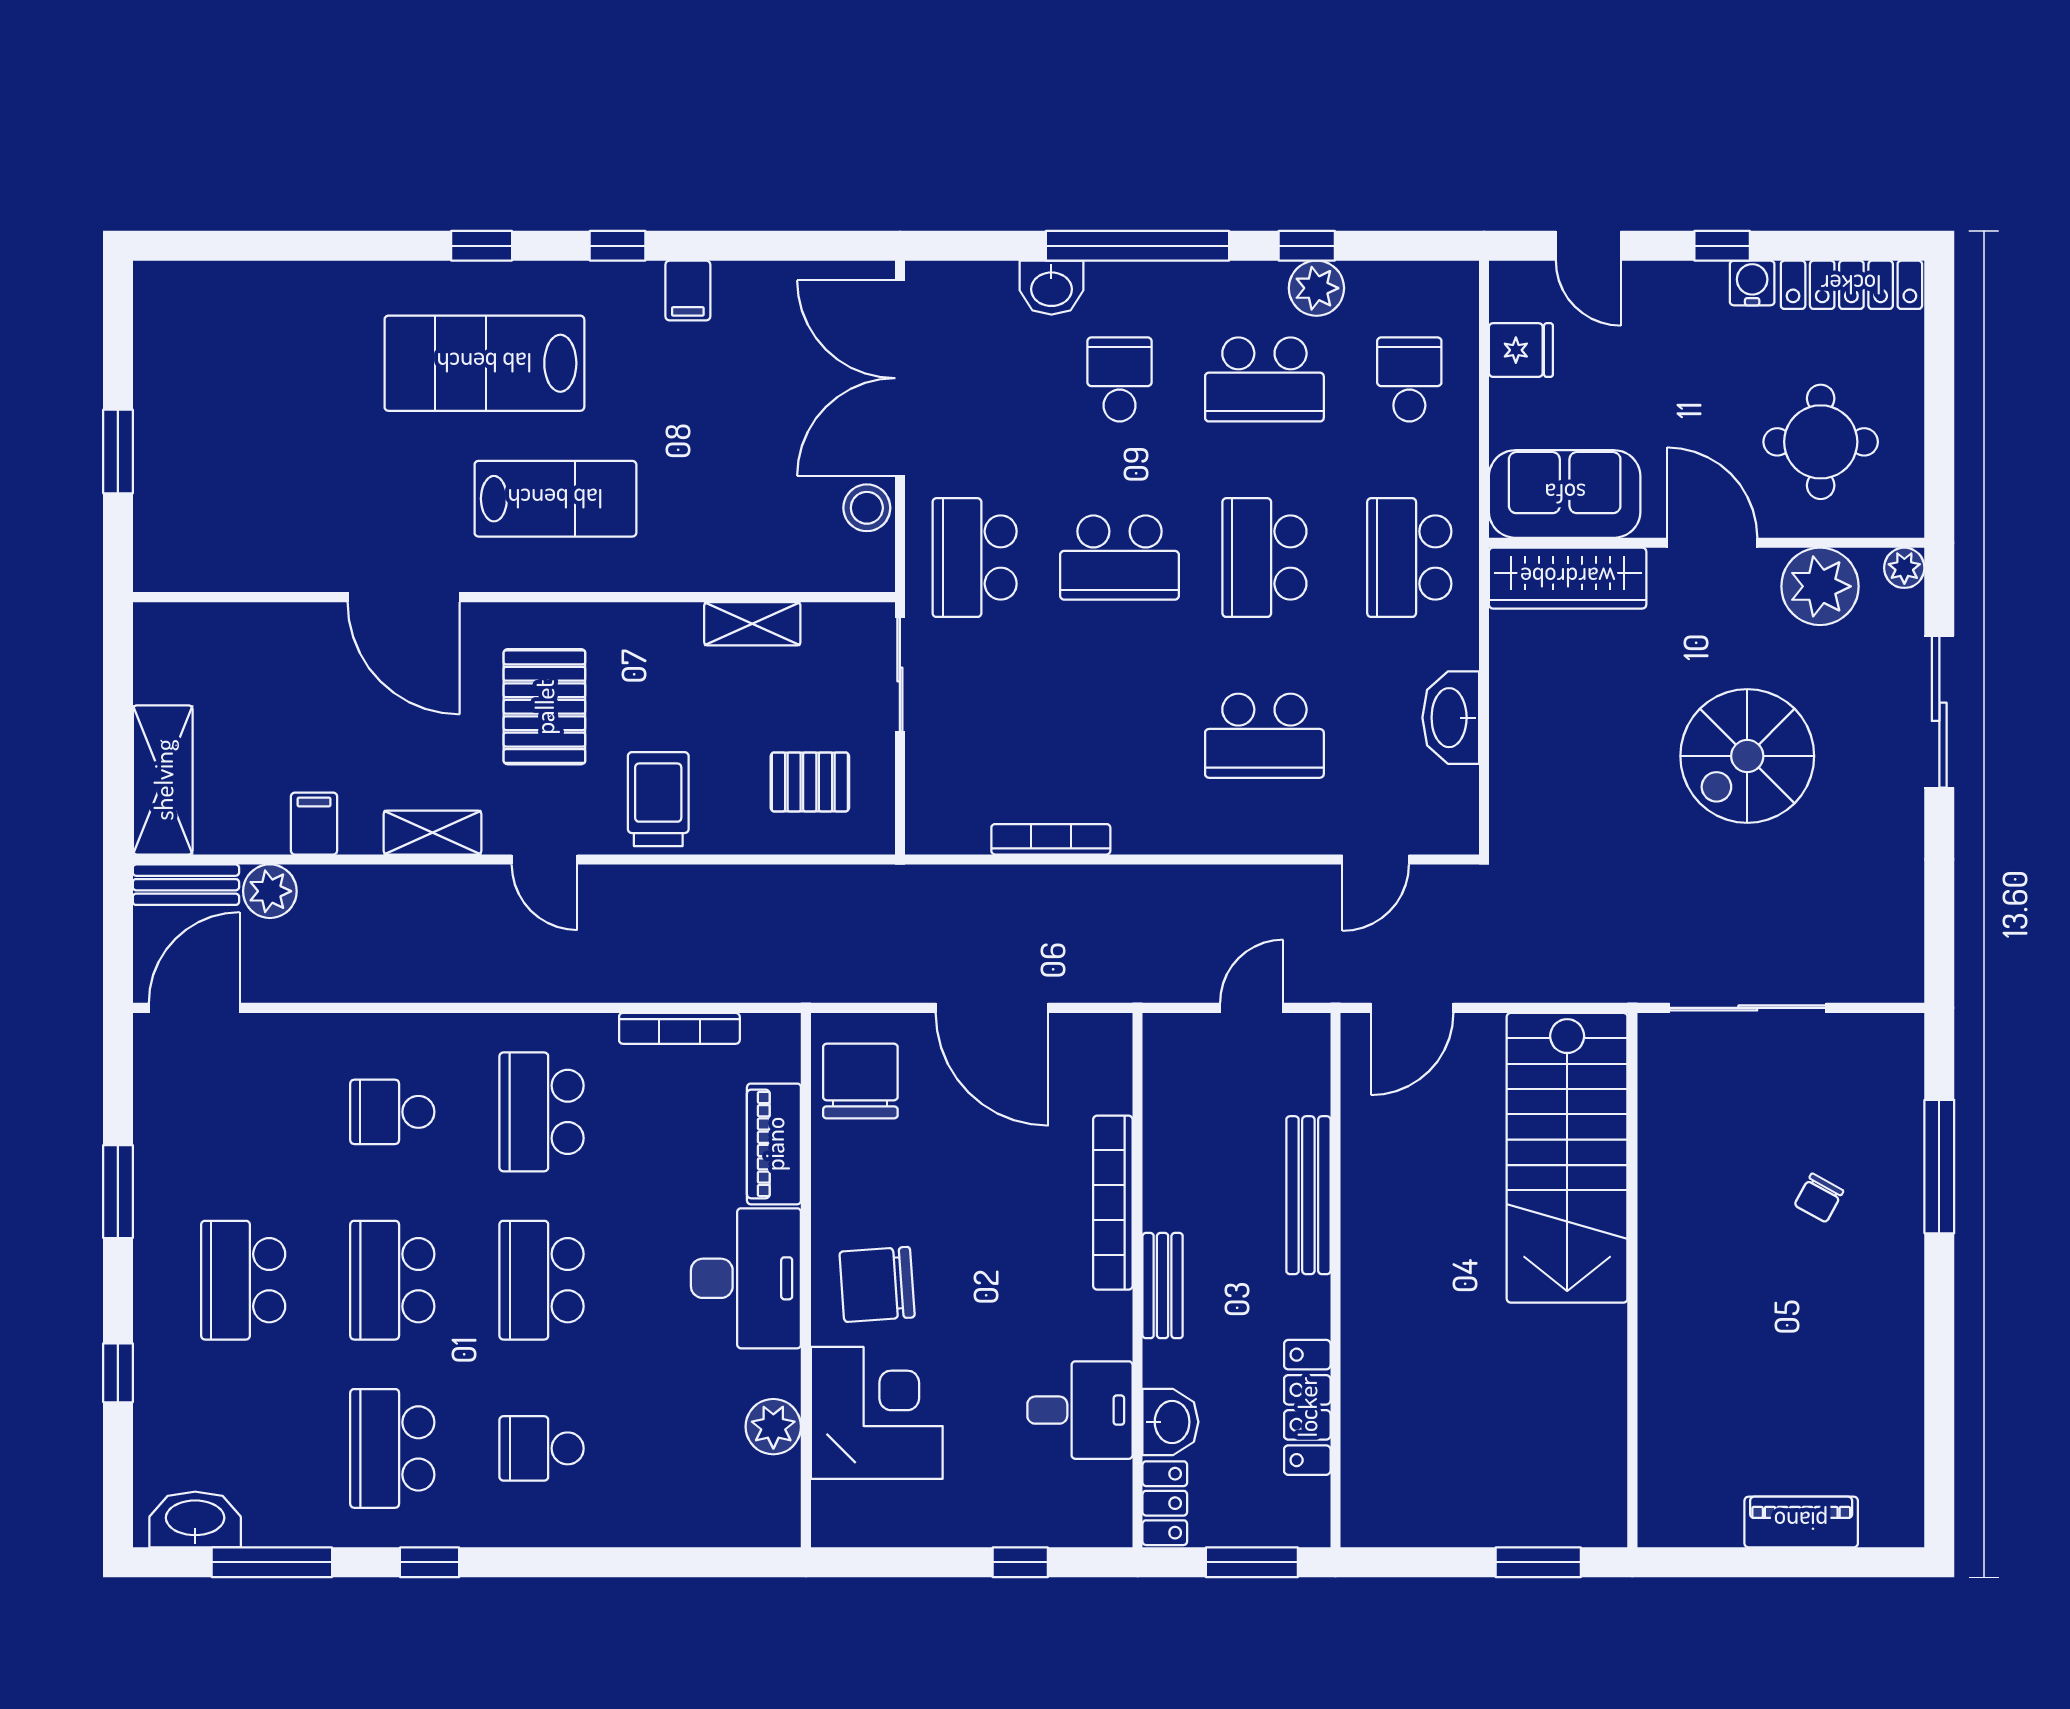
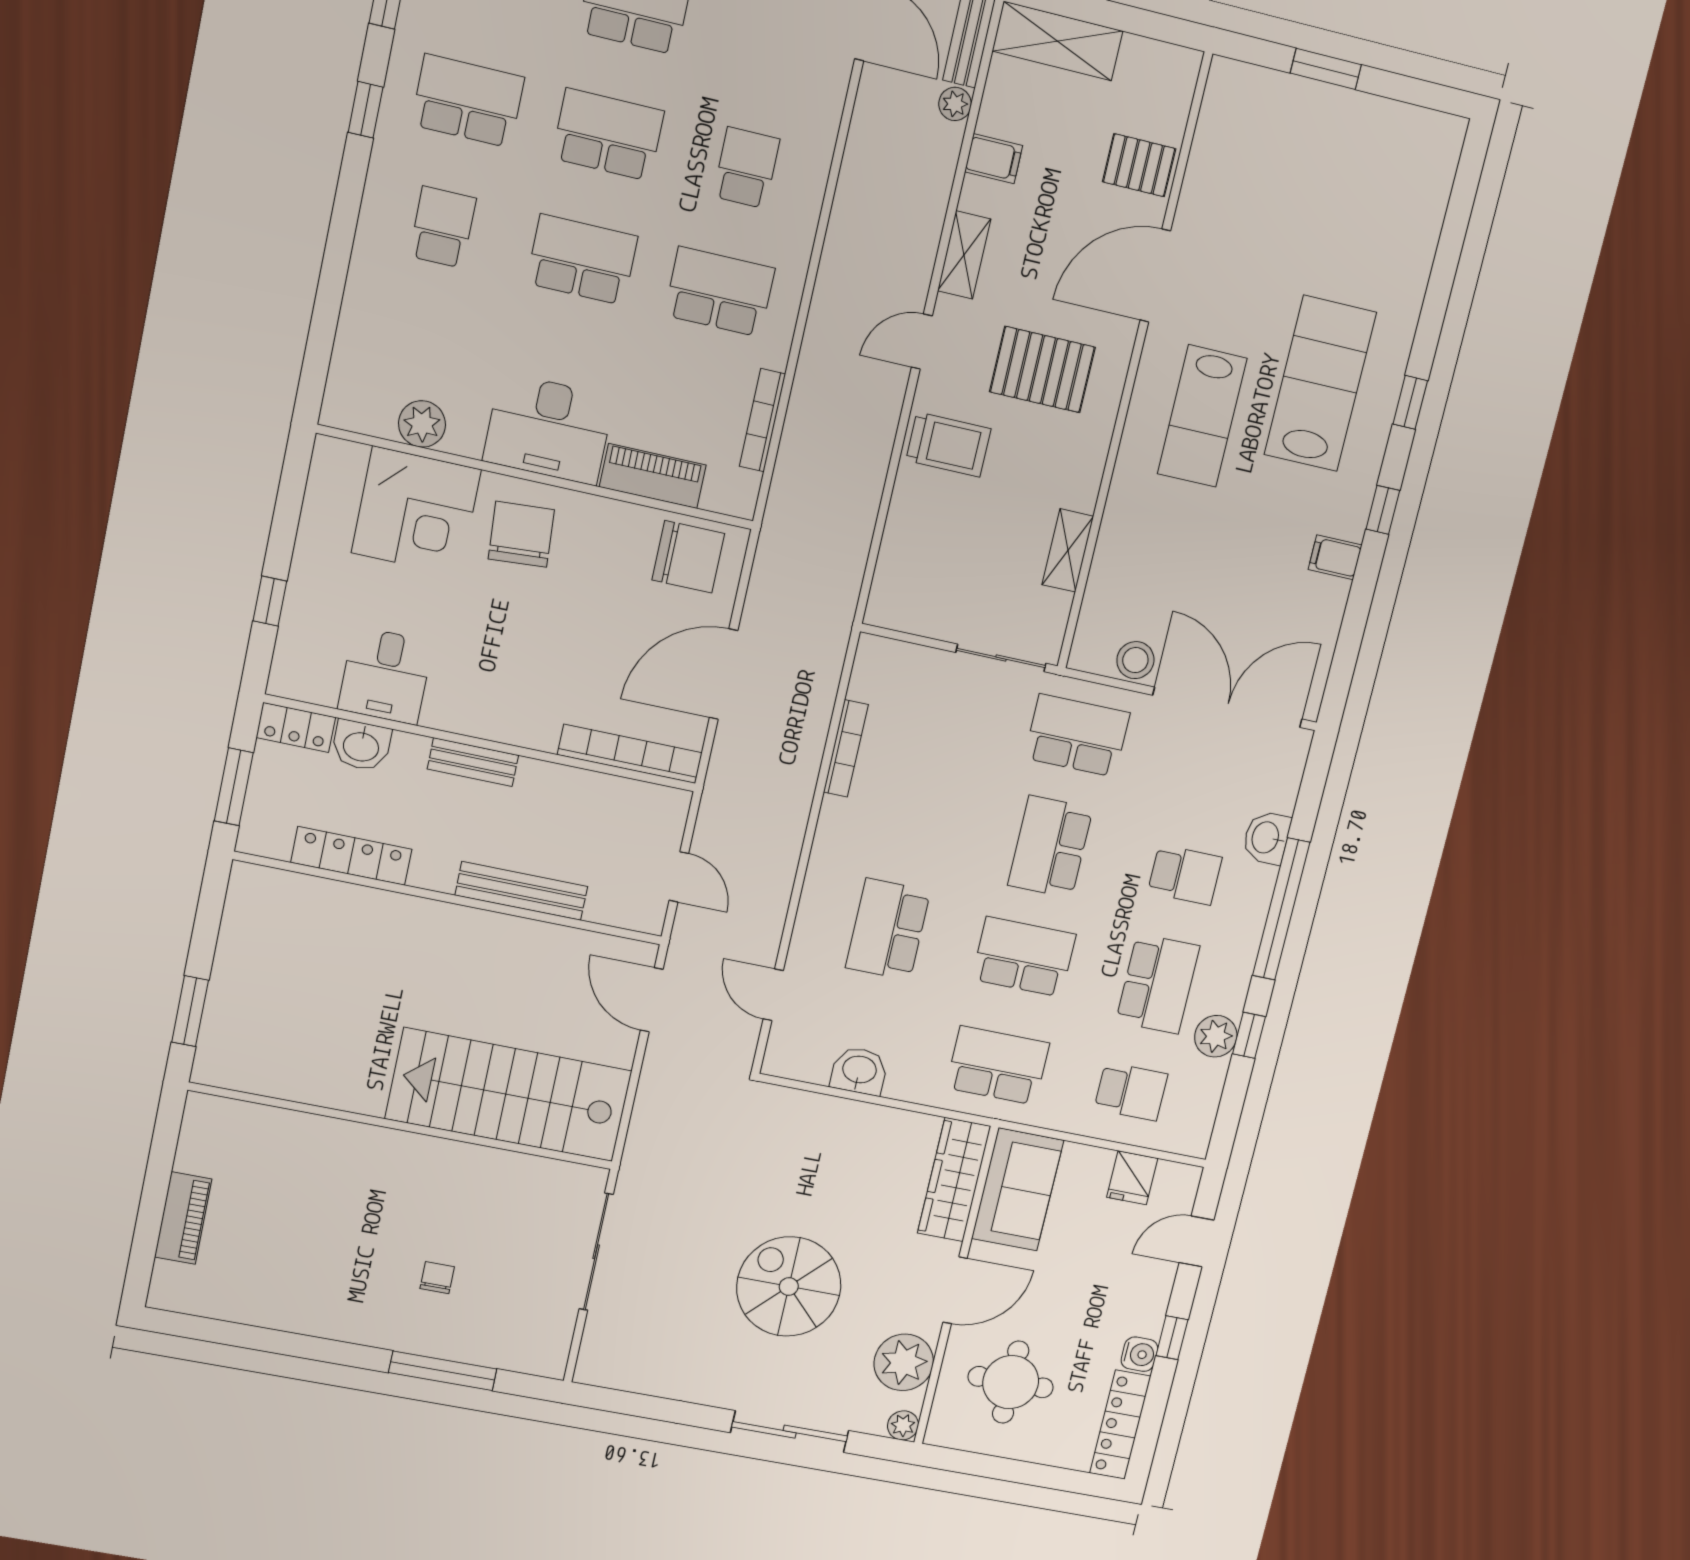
school desk: (1264, 379) -> (1158, 984), turned 180
washbasin: (1451, 718) -> (859, 1071), width x0.72
pallet: (810, 782) -> (1139, 165), moved, turned 90
plant: (270, 891) -> (955, 104), width x0.73, depth x0.73
chair: (1819, 1198) -> (437, 1278), turned 61
bookcase: (1113, 1203) -> (630, 754), moved

